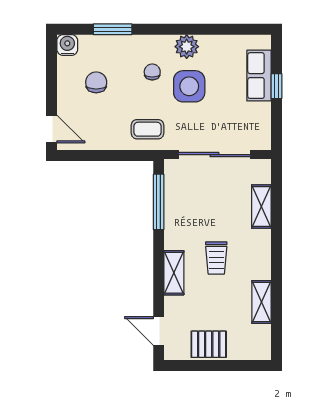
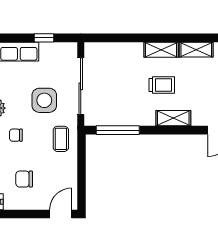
side table: (189, 86) -> (44, 100), moved
window: (276, 86) -> (44, 38), moved
shelving: (261, 206) -> (161, 50), moved

